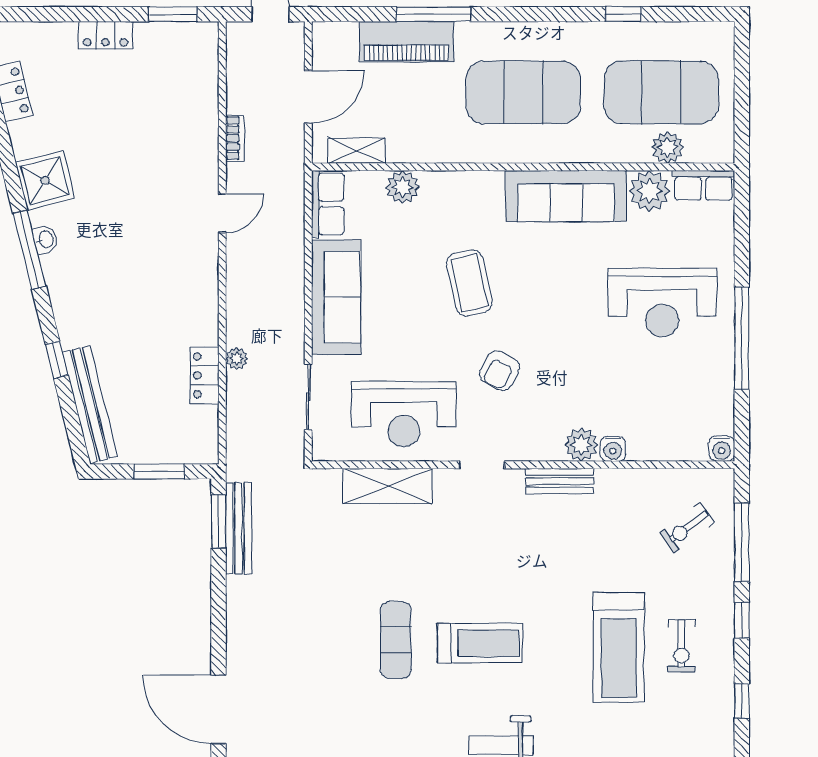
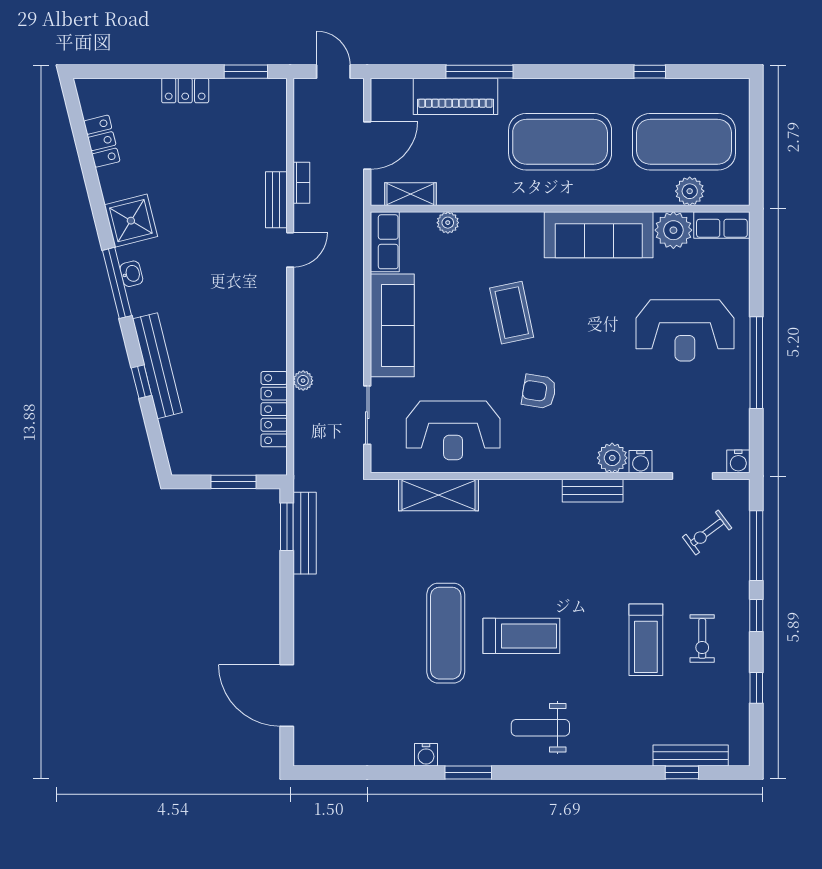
bench: (207, 157) -> (276, 200), added
plant: (403, 187) -> (448, 223), width x0.73, depth x0.73
armchair: (500, 371) -> (539, 391), turned 72
locker: (204, 375) -> (274, 409), width x1.53
bench: (90, 404) -> (157, 366), moved
doorway: (482, 465) -> (692, 476), moved
exercise mat: (396, 640) -> (446, 633), width x1.36, depth x1.45
treadmill: (619, 647) -> (646, 640), width x0.73, depth x0.73

